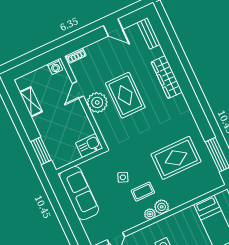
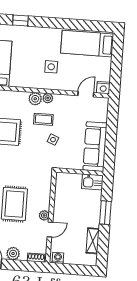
plant: (100, 47) -> (13, 254), added
plant: (97, 102) -> (44, 215), width x0.53, depth x0.53
kitchen sink: (89, 146) -> (92, 182), moved
window: (41, 151) -> (105, 213), moved

